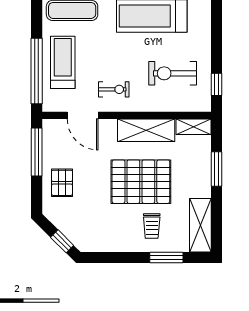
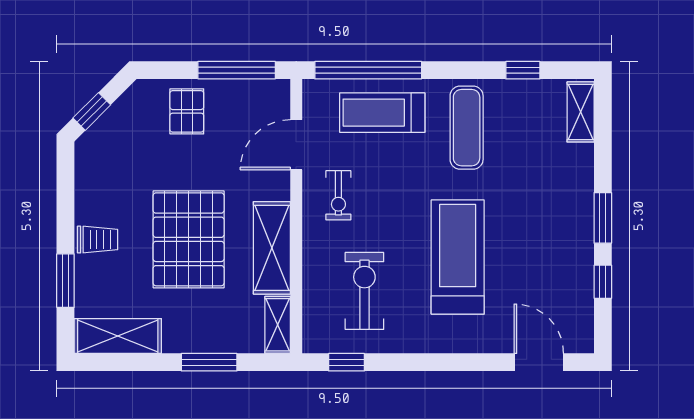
treadmill: (63, 62) -> (382, 113), turned 180
pallet: (62, 183) -> (187, 111), turned 90
trolley: (152, 226) -> (98, 240), moved, turned 180

